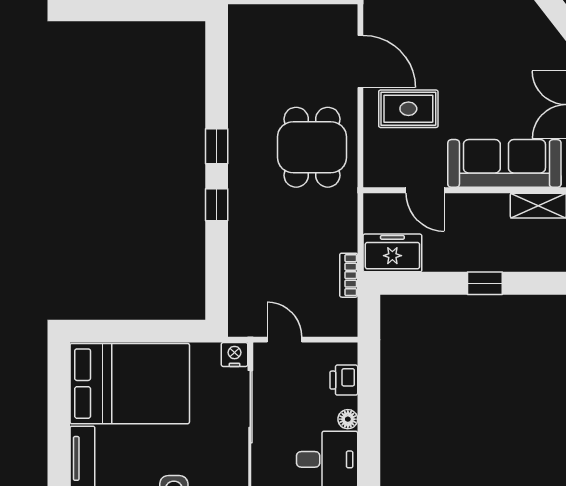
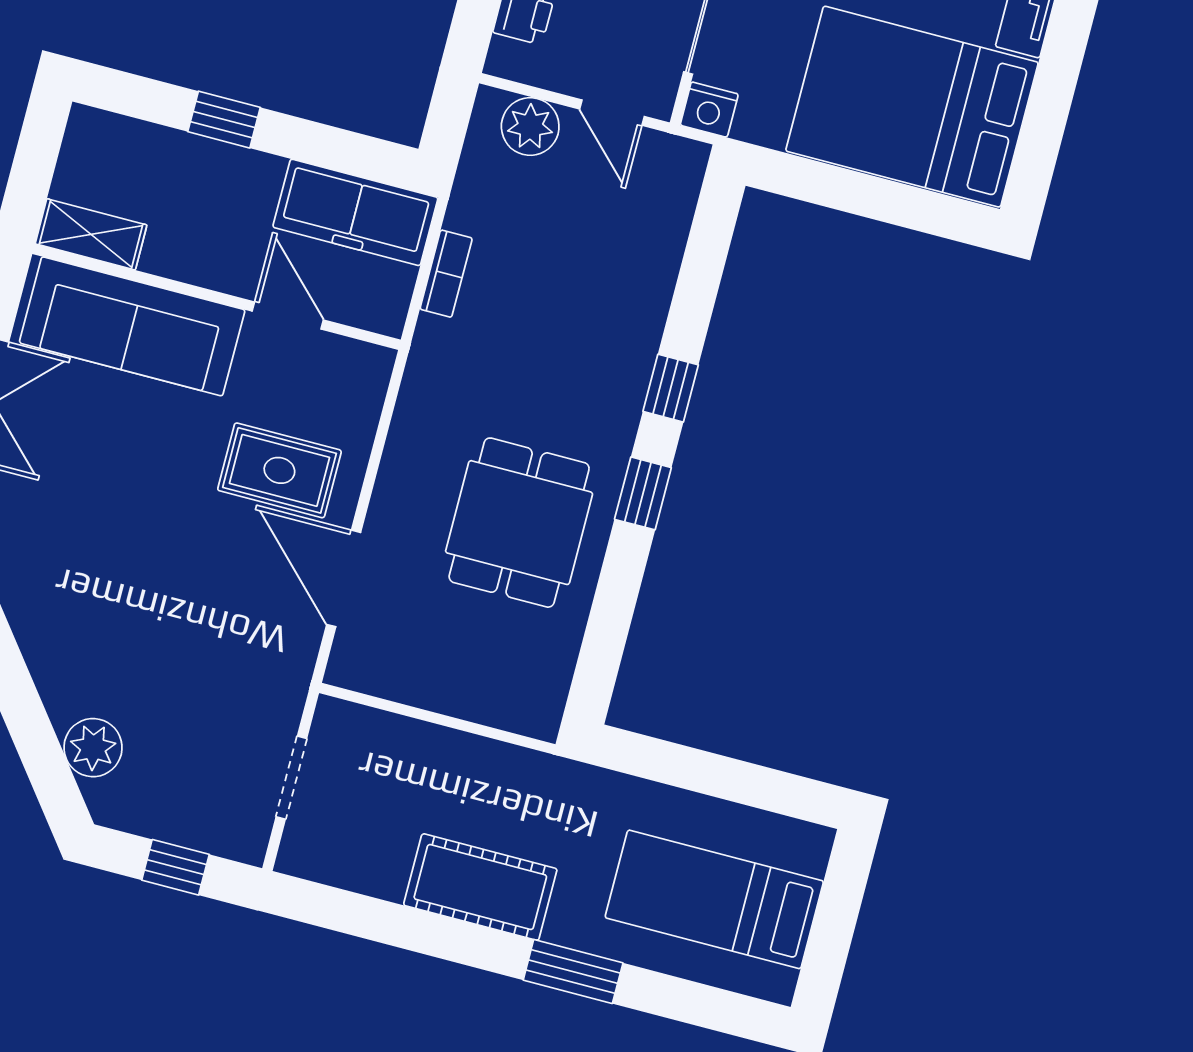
dining table: (312, 147) -> (519, 523), moved
freezer: (392, 253) -> (355, 212), width x1.40
bookcase: (349, 275) -> (446, 274), moved
plant: (325, 321) -> (530, 126), added

